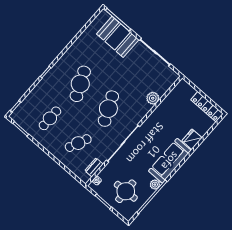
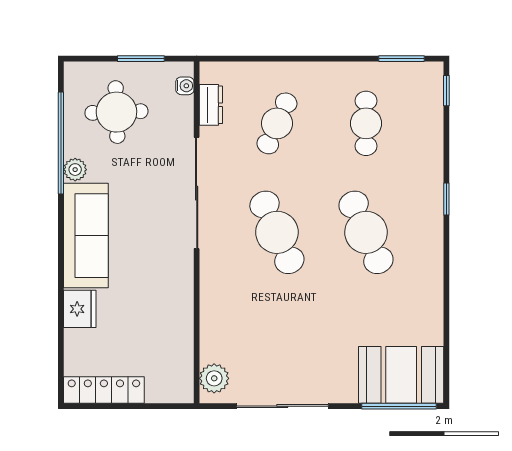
booth: (118, 37) -> (401, 375), moved
plant: (153, 98) -> (214, 378), moved

